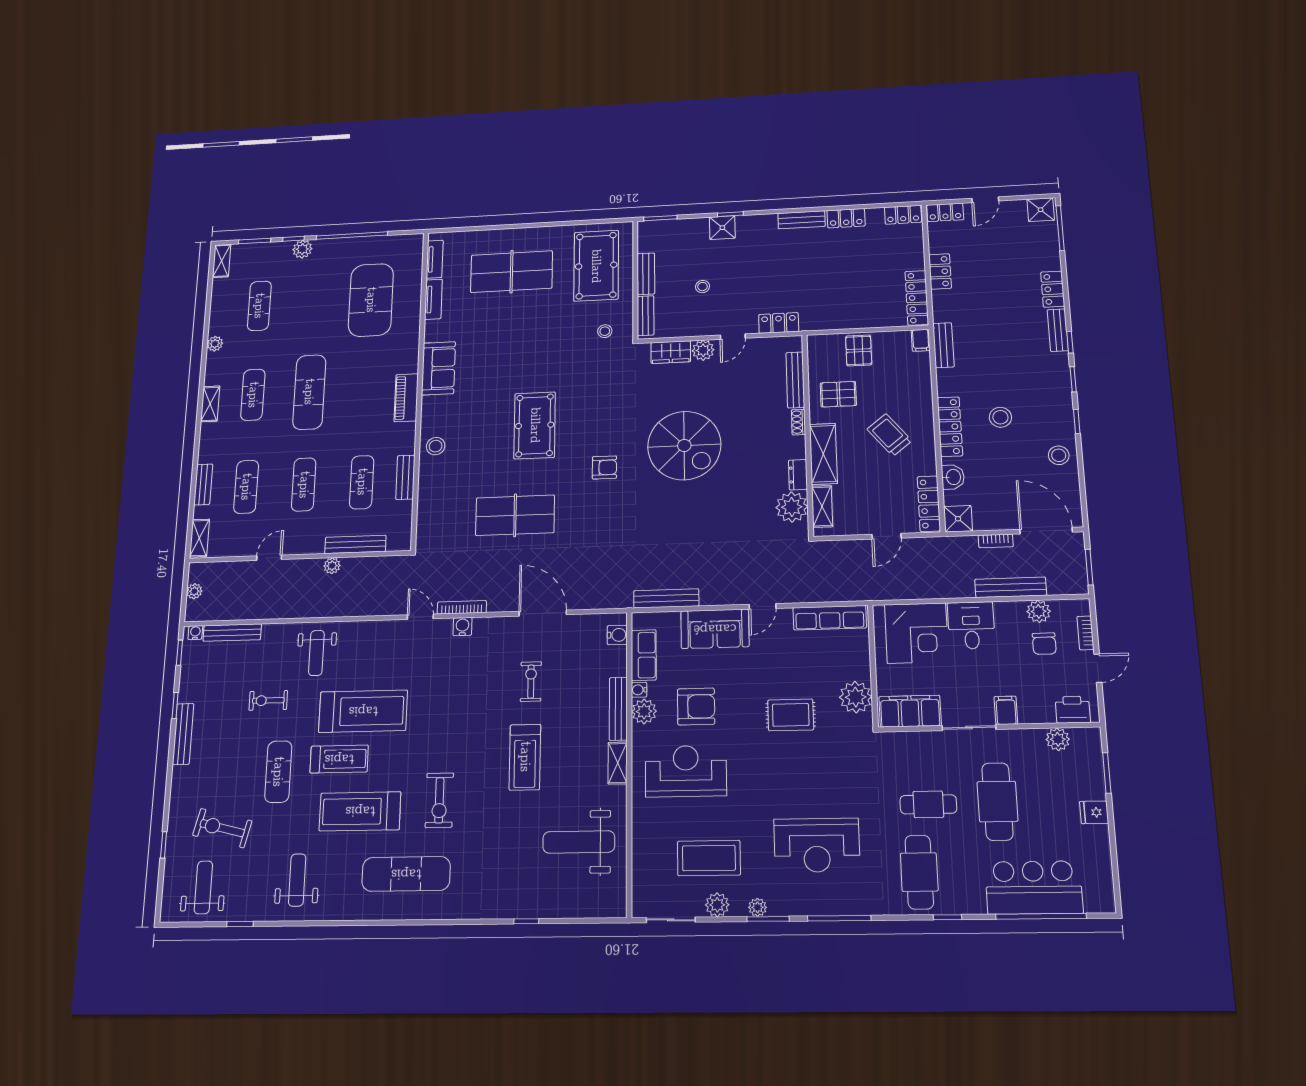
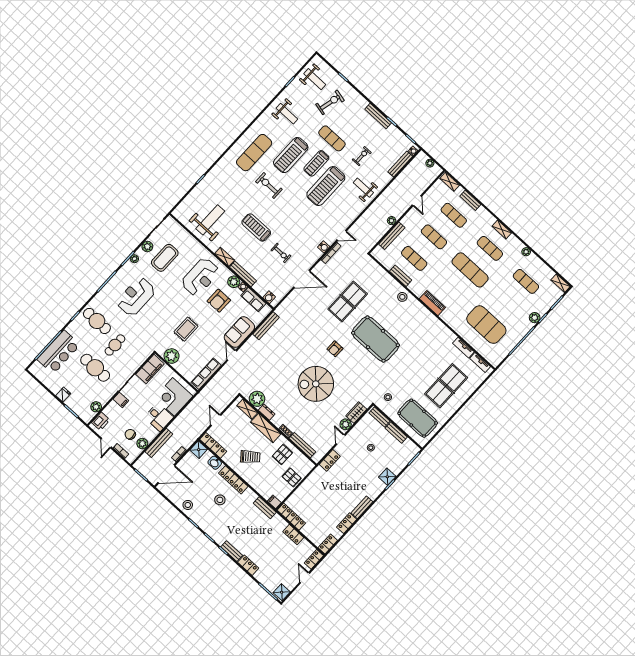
sofa: (438, 368) -> (433, 325), removed
pool table: (535, 425) -> (375, 339), width x1.36, depth x1.32
treadmill: (360, 811) -> (291, 155), turned 180

